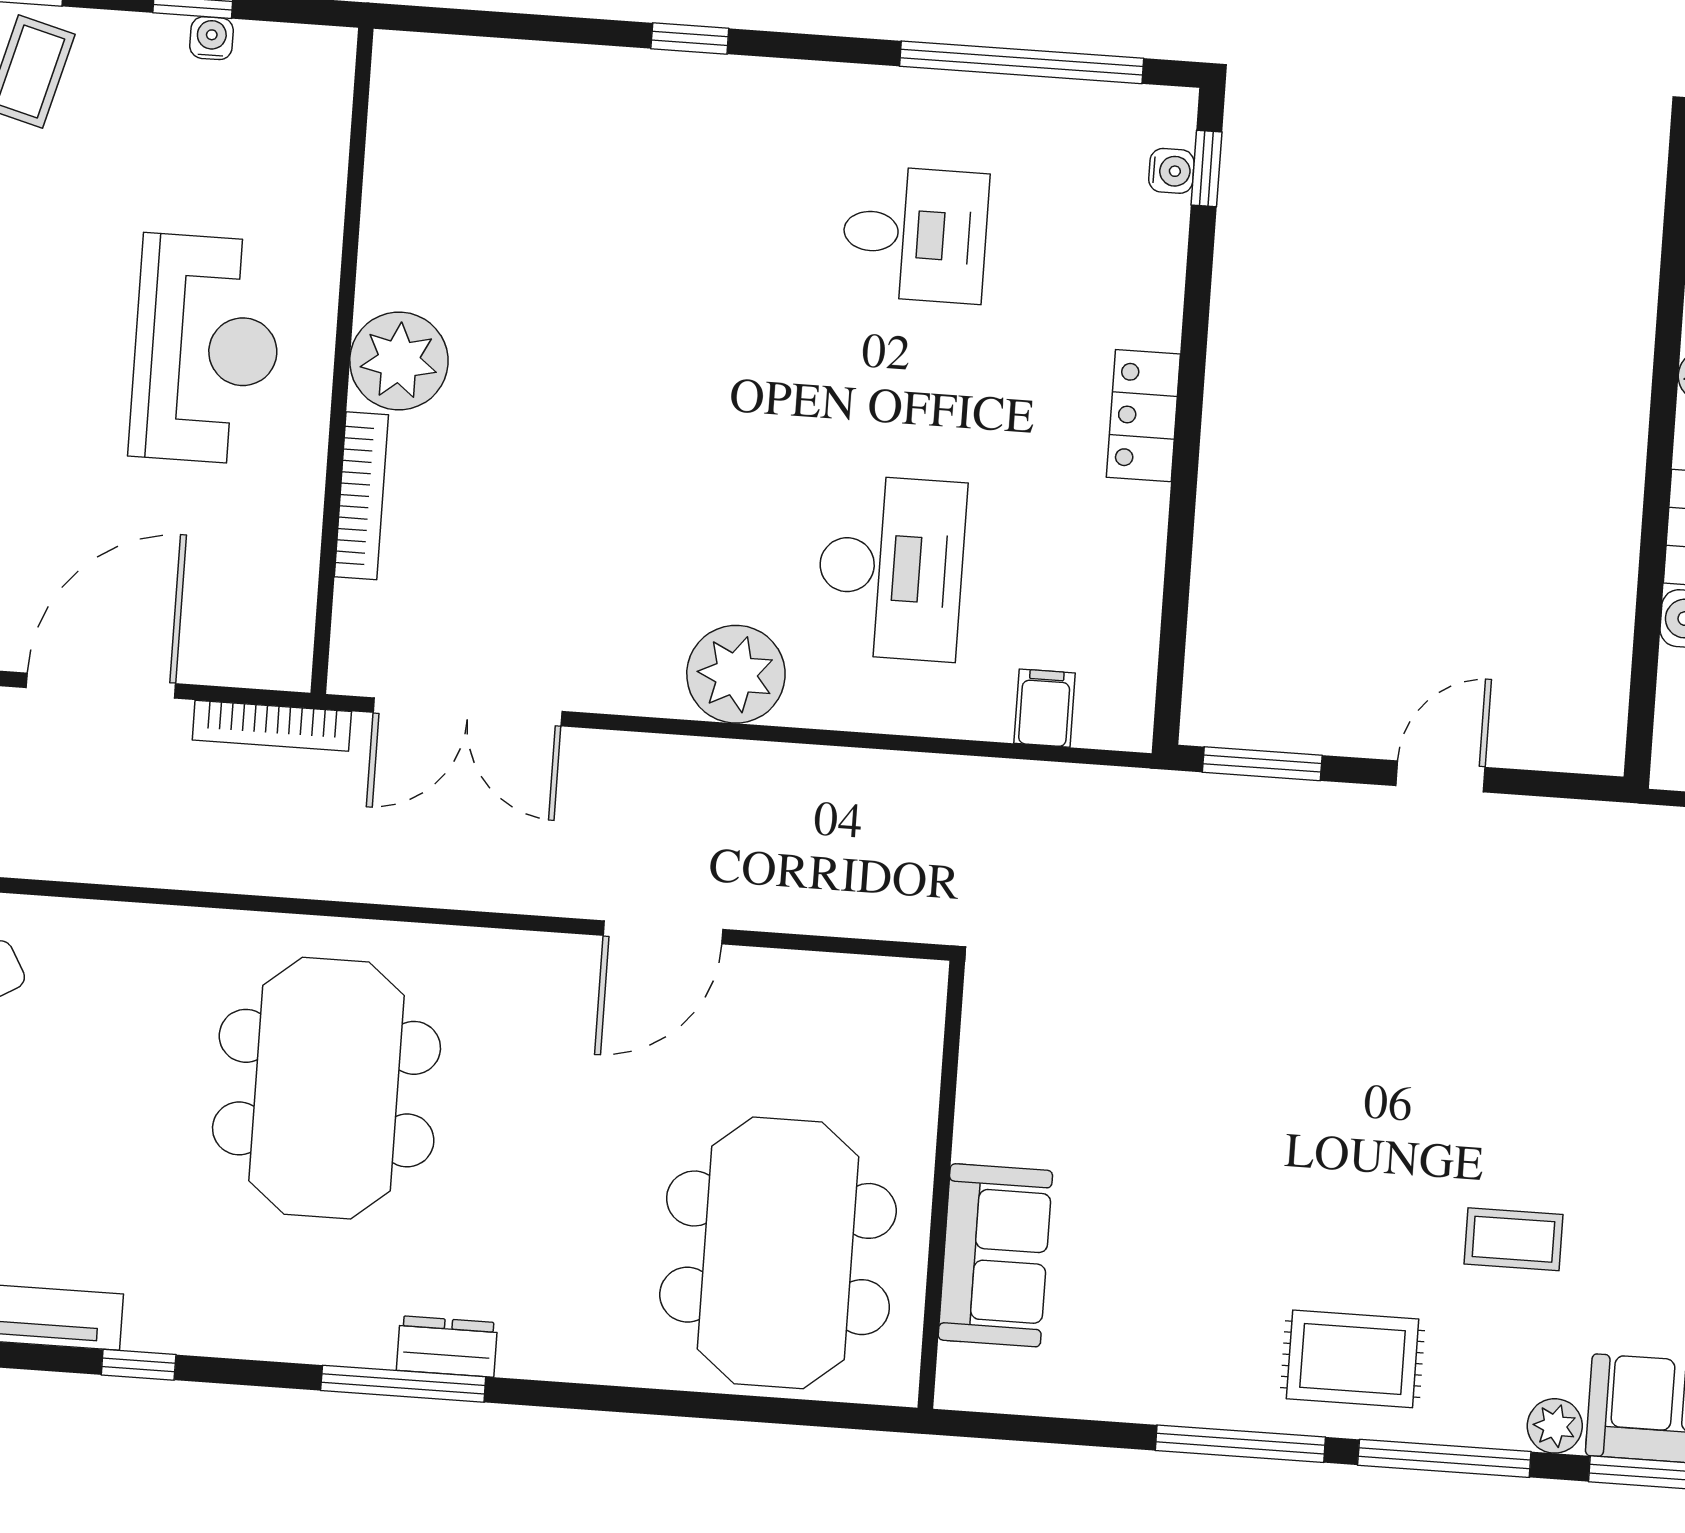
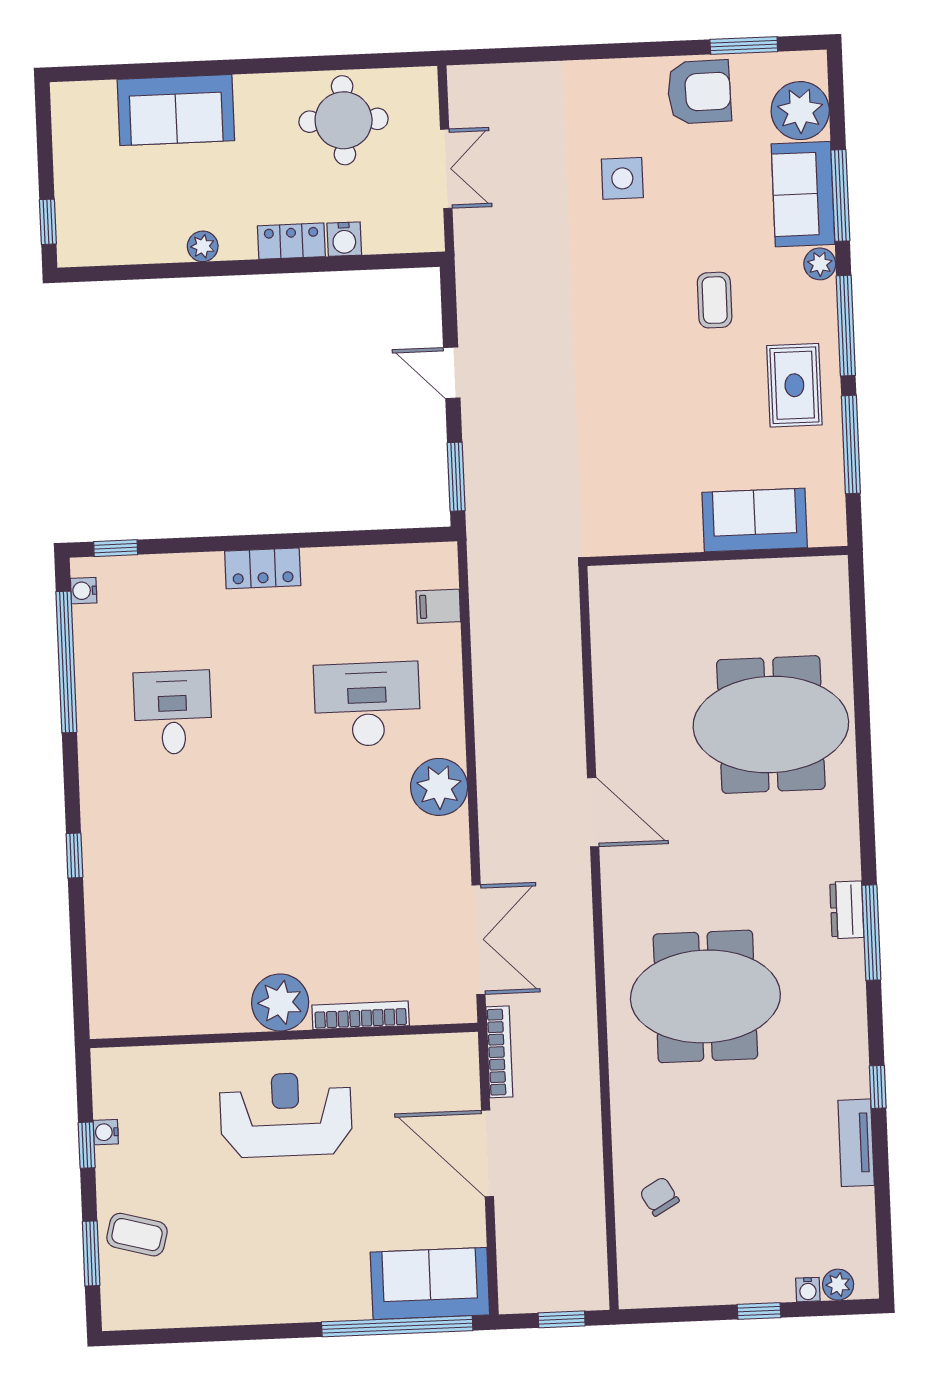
water cooler: (1171, 171) -> (84, 591), moved, turned -90
wall: (941, 1185) -> (717, 556), moved
sofa: (995, 1255) -> (755, 520), moved

